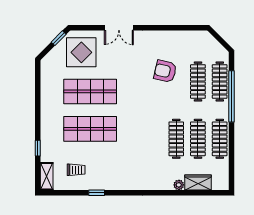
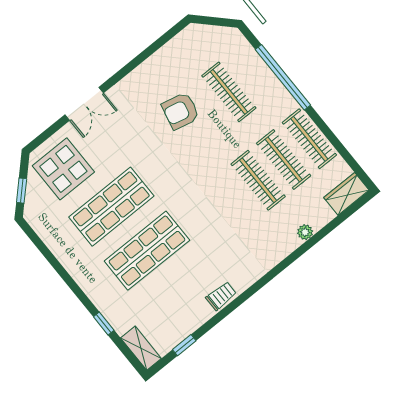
window: (59, 38) -> (22, 191), moved
clothes rail: (220, 81) -> (255, 71), removed
trolley: (76, 170) -> (221, 296), moved
wardrobe: (198, 182) -> (346, 194), moved
window: (97, 193) -> (184, 345), moved

